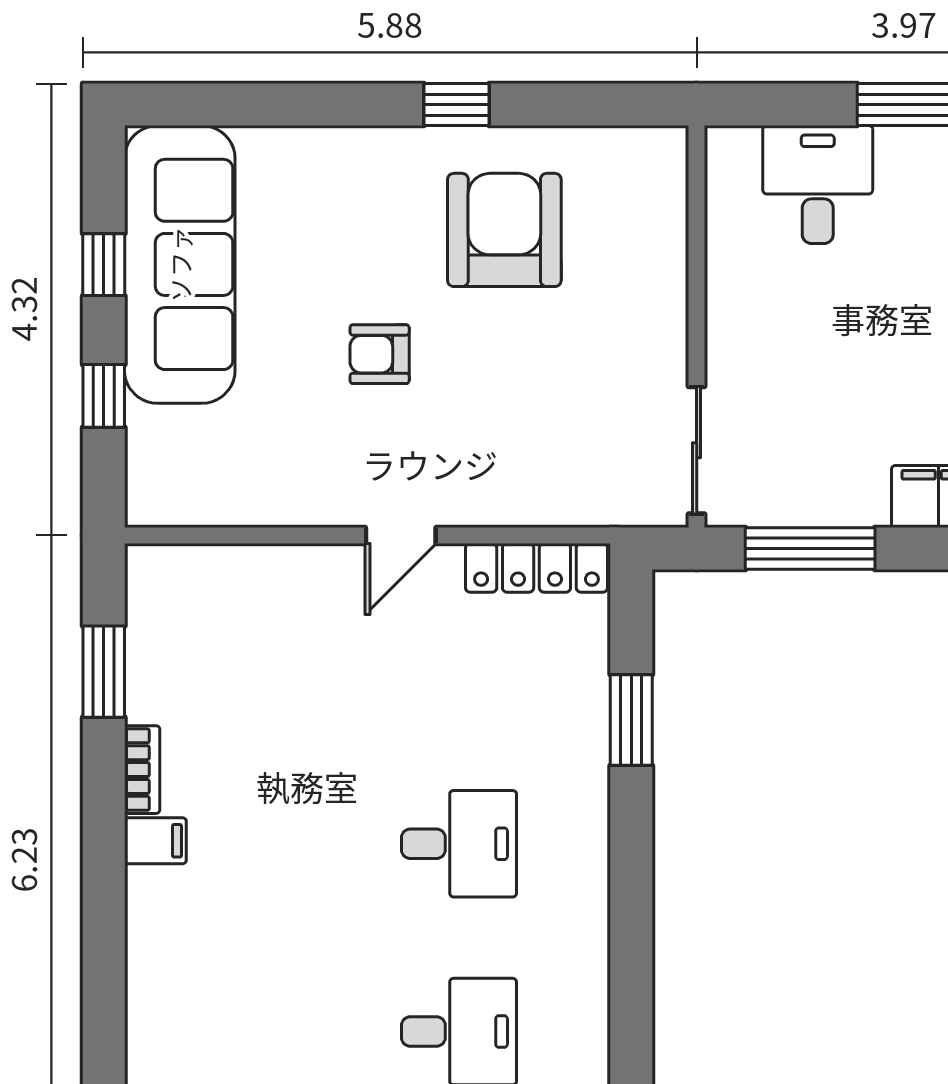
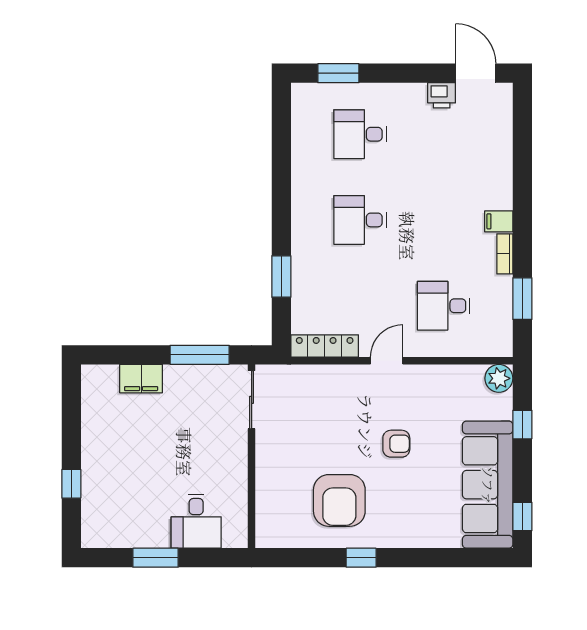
window: (104, 265) -> (522, 516), moved
plant: (155, 497) -> (499, 378), added
desk: (276, 656) -> (444, 306), added

